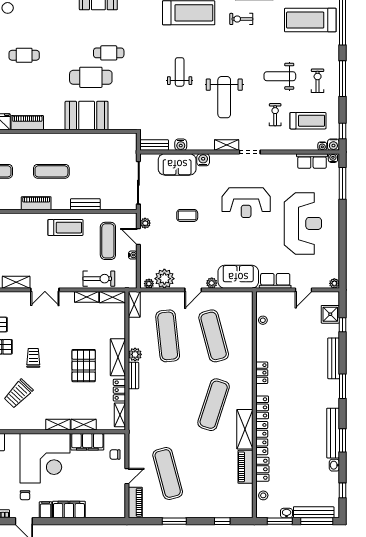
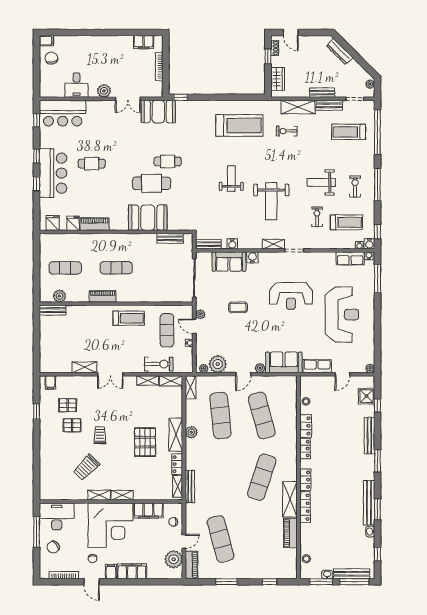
treadmill: (310, 20) -> (349, 132), width x0.73, depth x0.73
bench: (85, 204) -> (170, 238), moved
bench: (133, 376) -> (190, 486), moved, width x1.36
shelving: (84, 425) -> (99, 495), moved
locker: (262, 469) -> (306, 426), moved
plant: (115, 496) -> (174, 559), added

